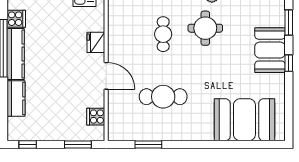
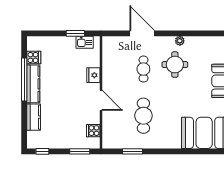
cafe table: (163, 97) -> (143, 116), turned 90

